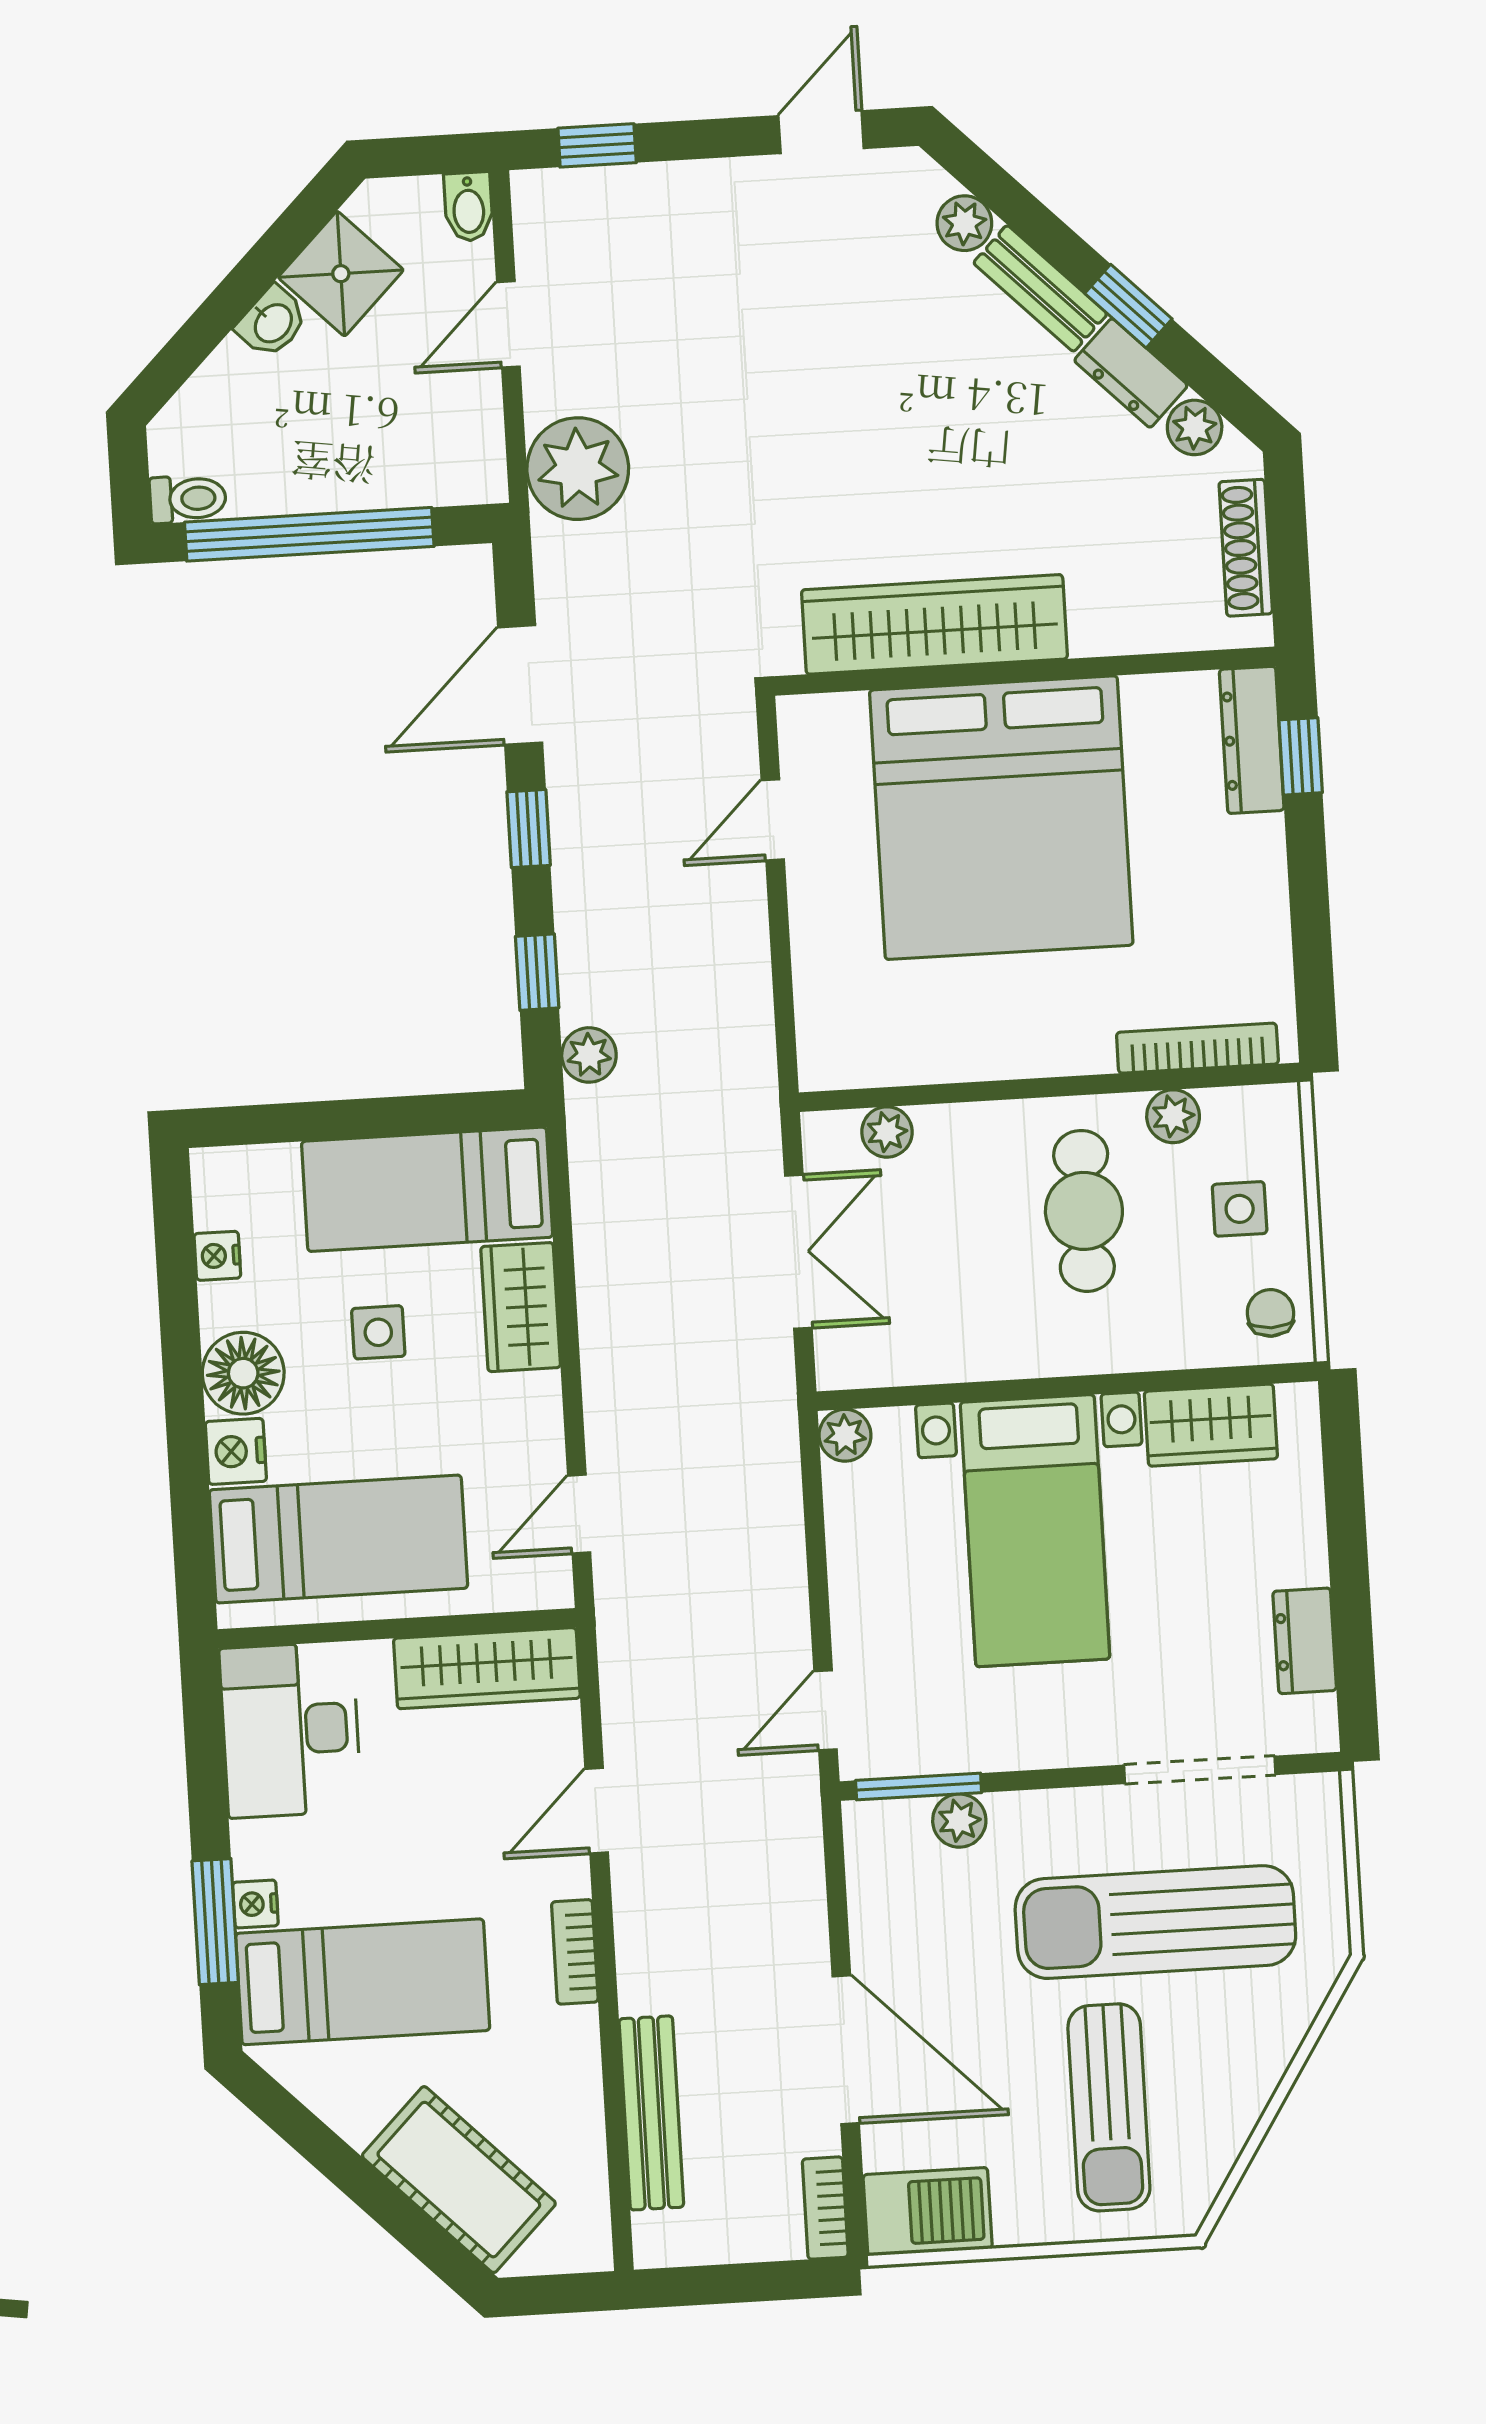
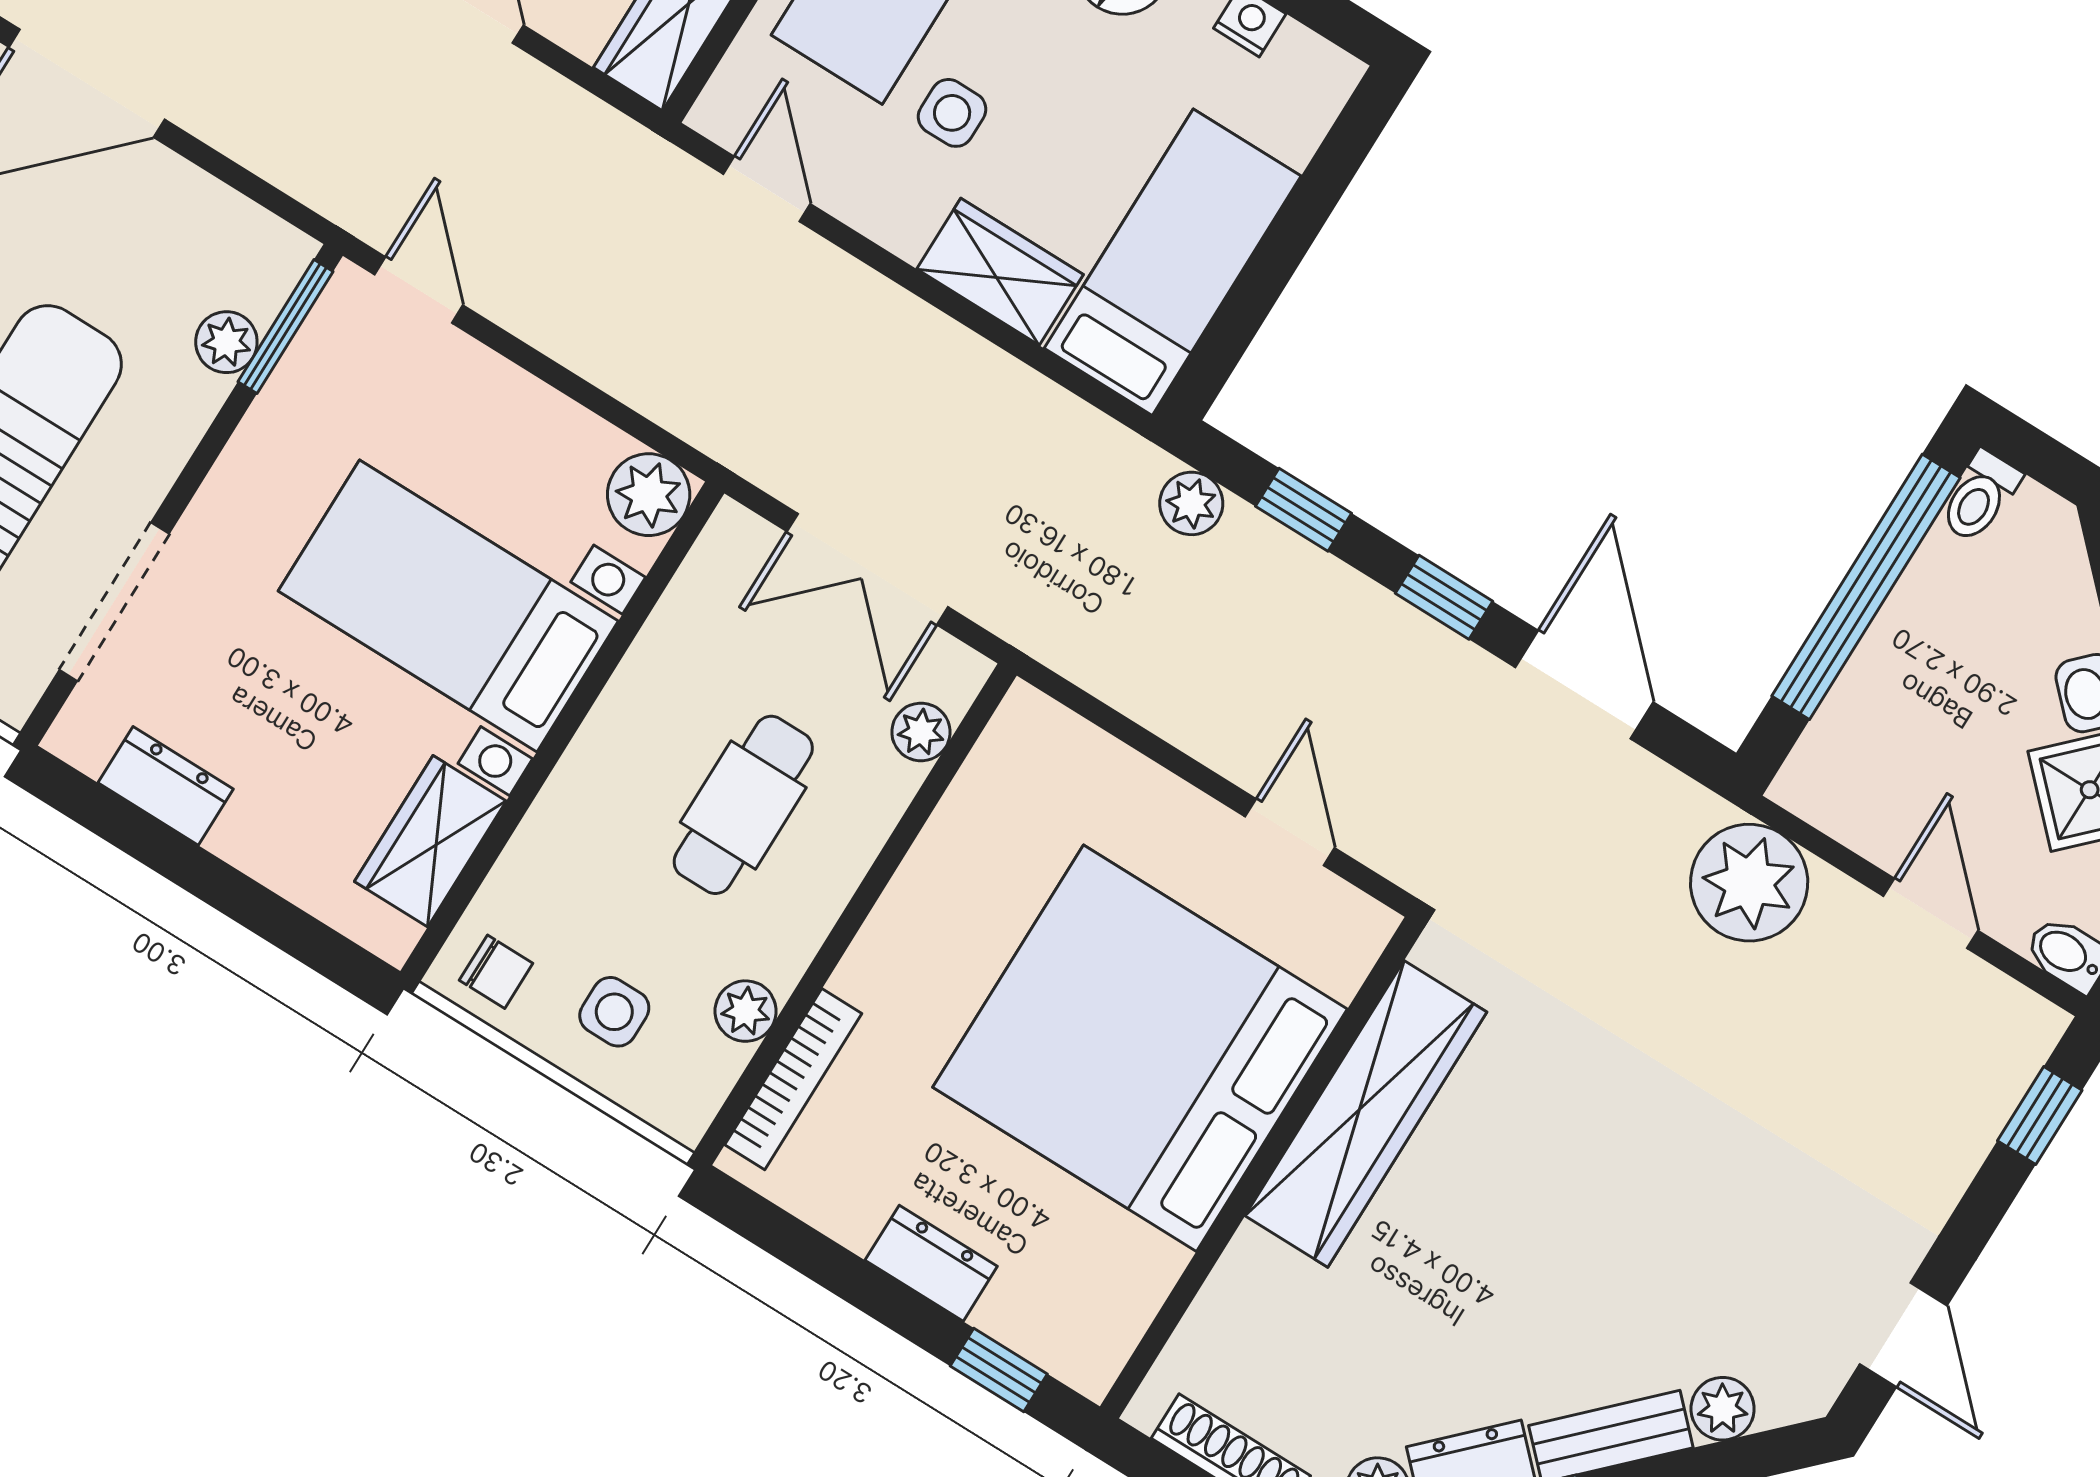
dresser: (1252, 740) -> (931, 1263), moved, width x0.70
cafe table: (1084, 1211) -> (743, 805), moved, turned 90
side table: (378, 1332) -> (952, 113), moved
plant: (845, 1435) -> (649, 495), width x1.38, depth x1.38

